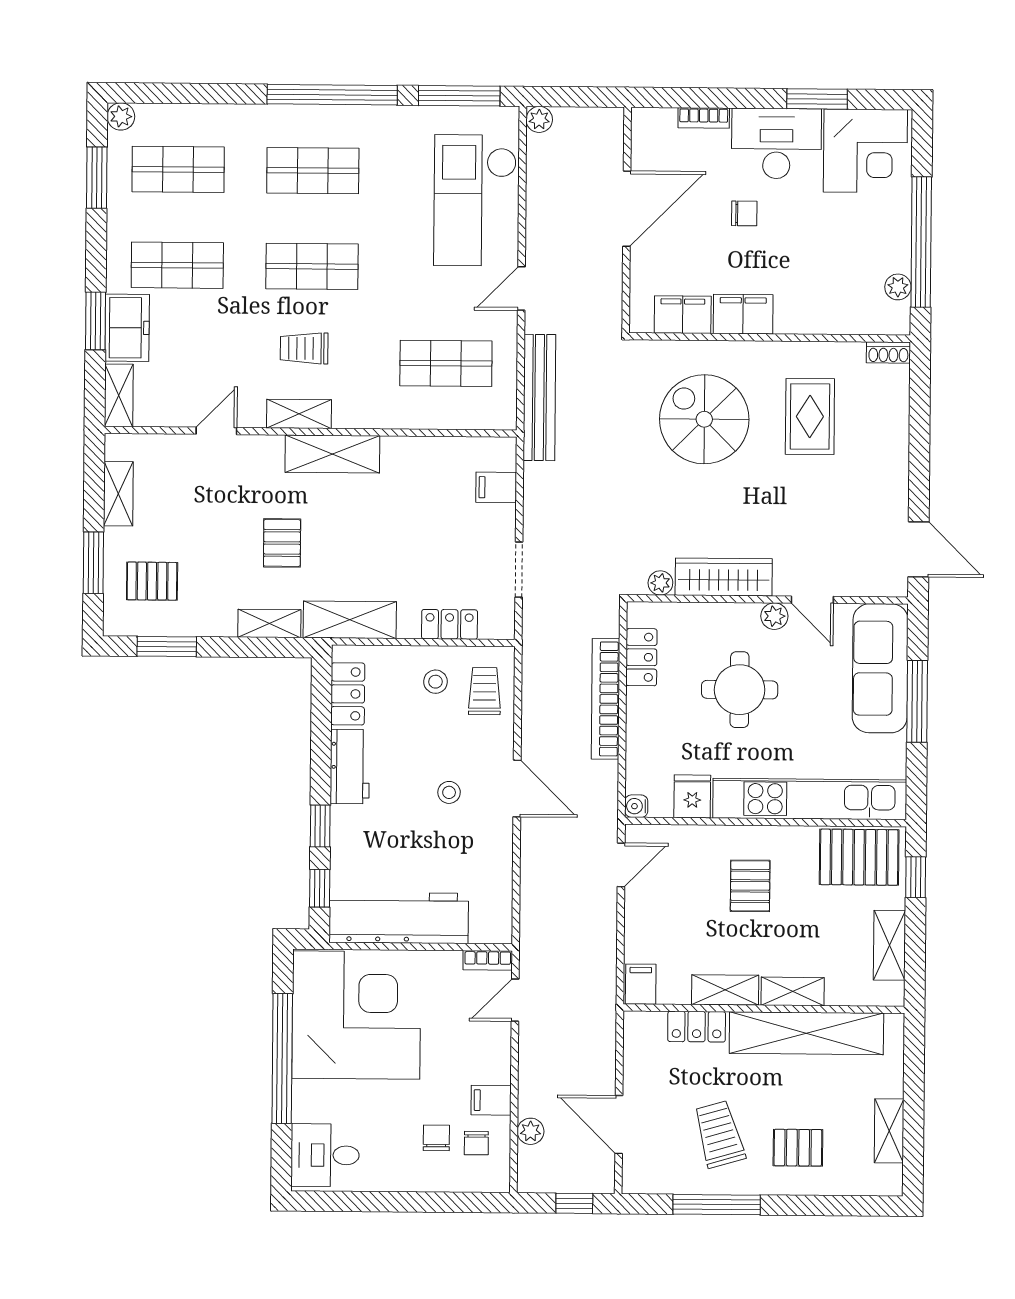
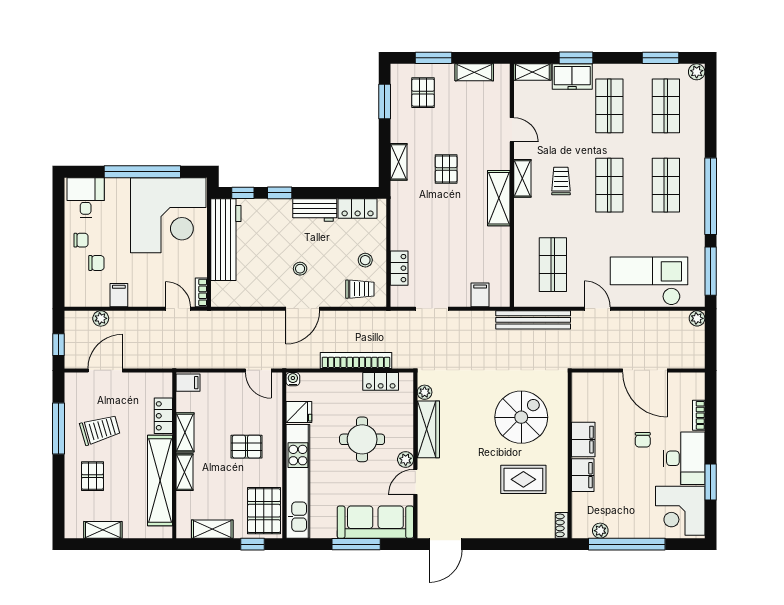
filing cabinet: (683, 315) -> (583, 475), moved
pallet: (282, 543) -> (446, 169), turned 90
shelving: (350, 620) -> (401, 209), removed
chair: (476, 1143) -> (81, 240), moved, turned 180

